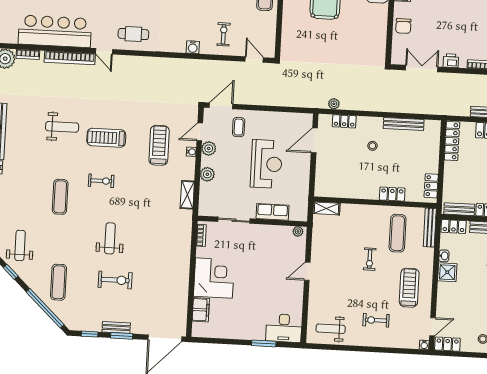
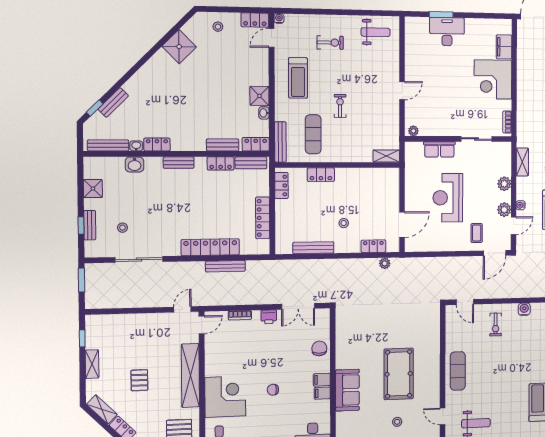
locker: (452, 141) -> (263, 218), moved
desk: (284, 328) -> (447, 32), moved

